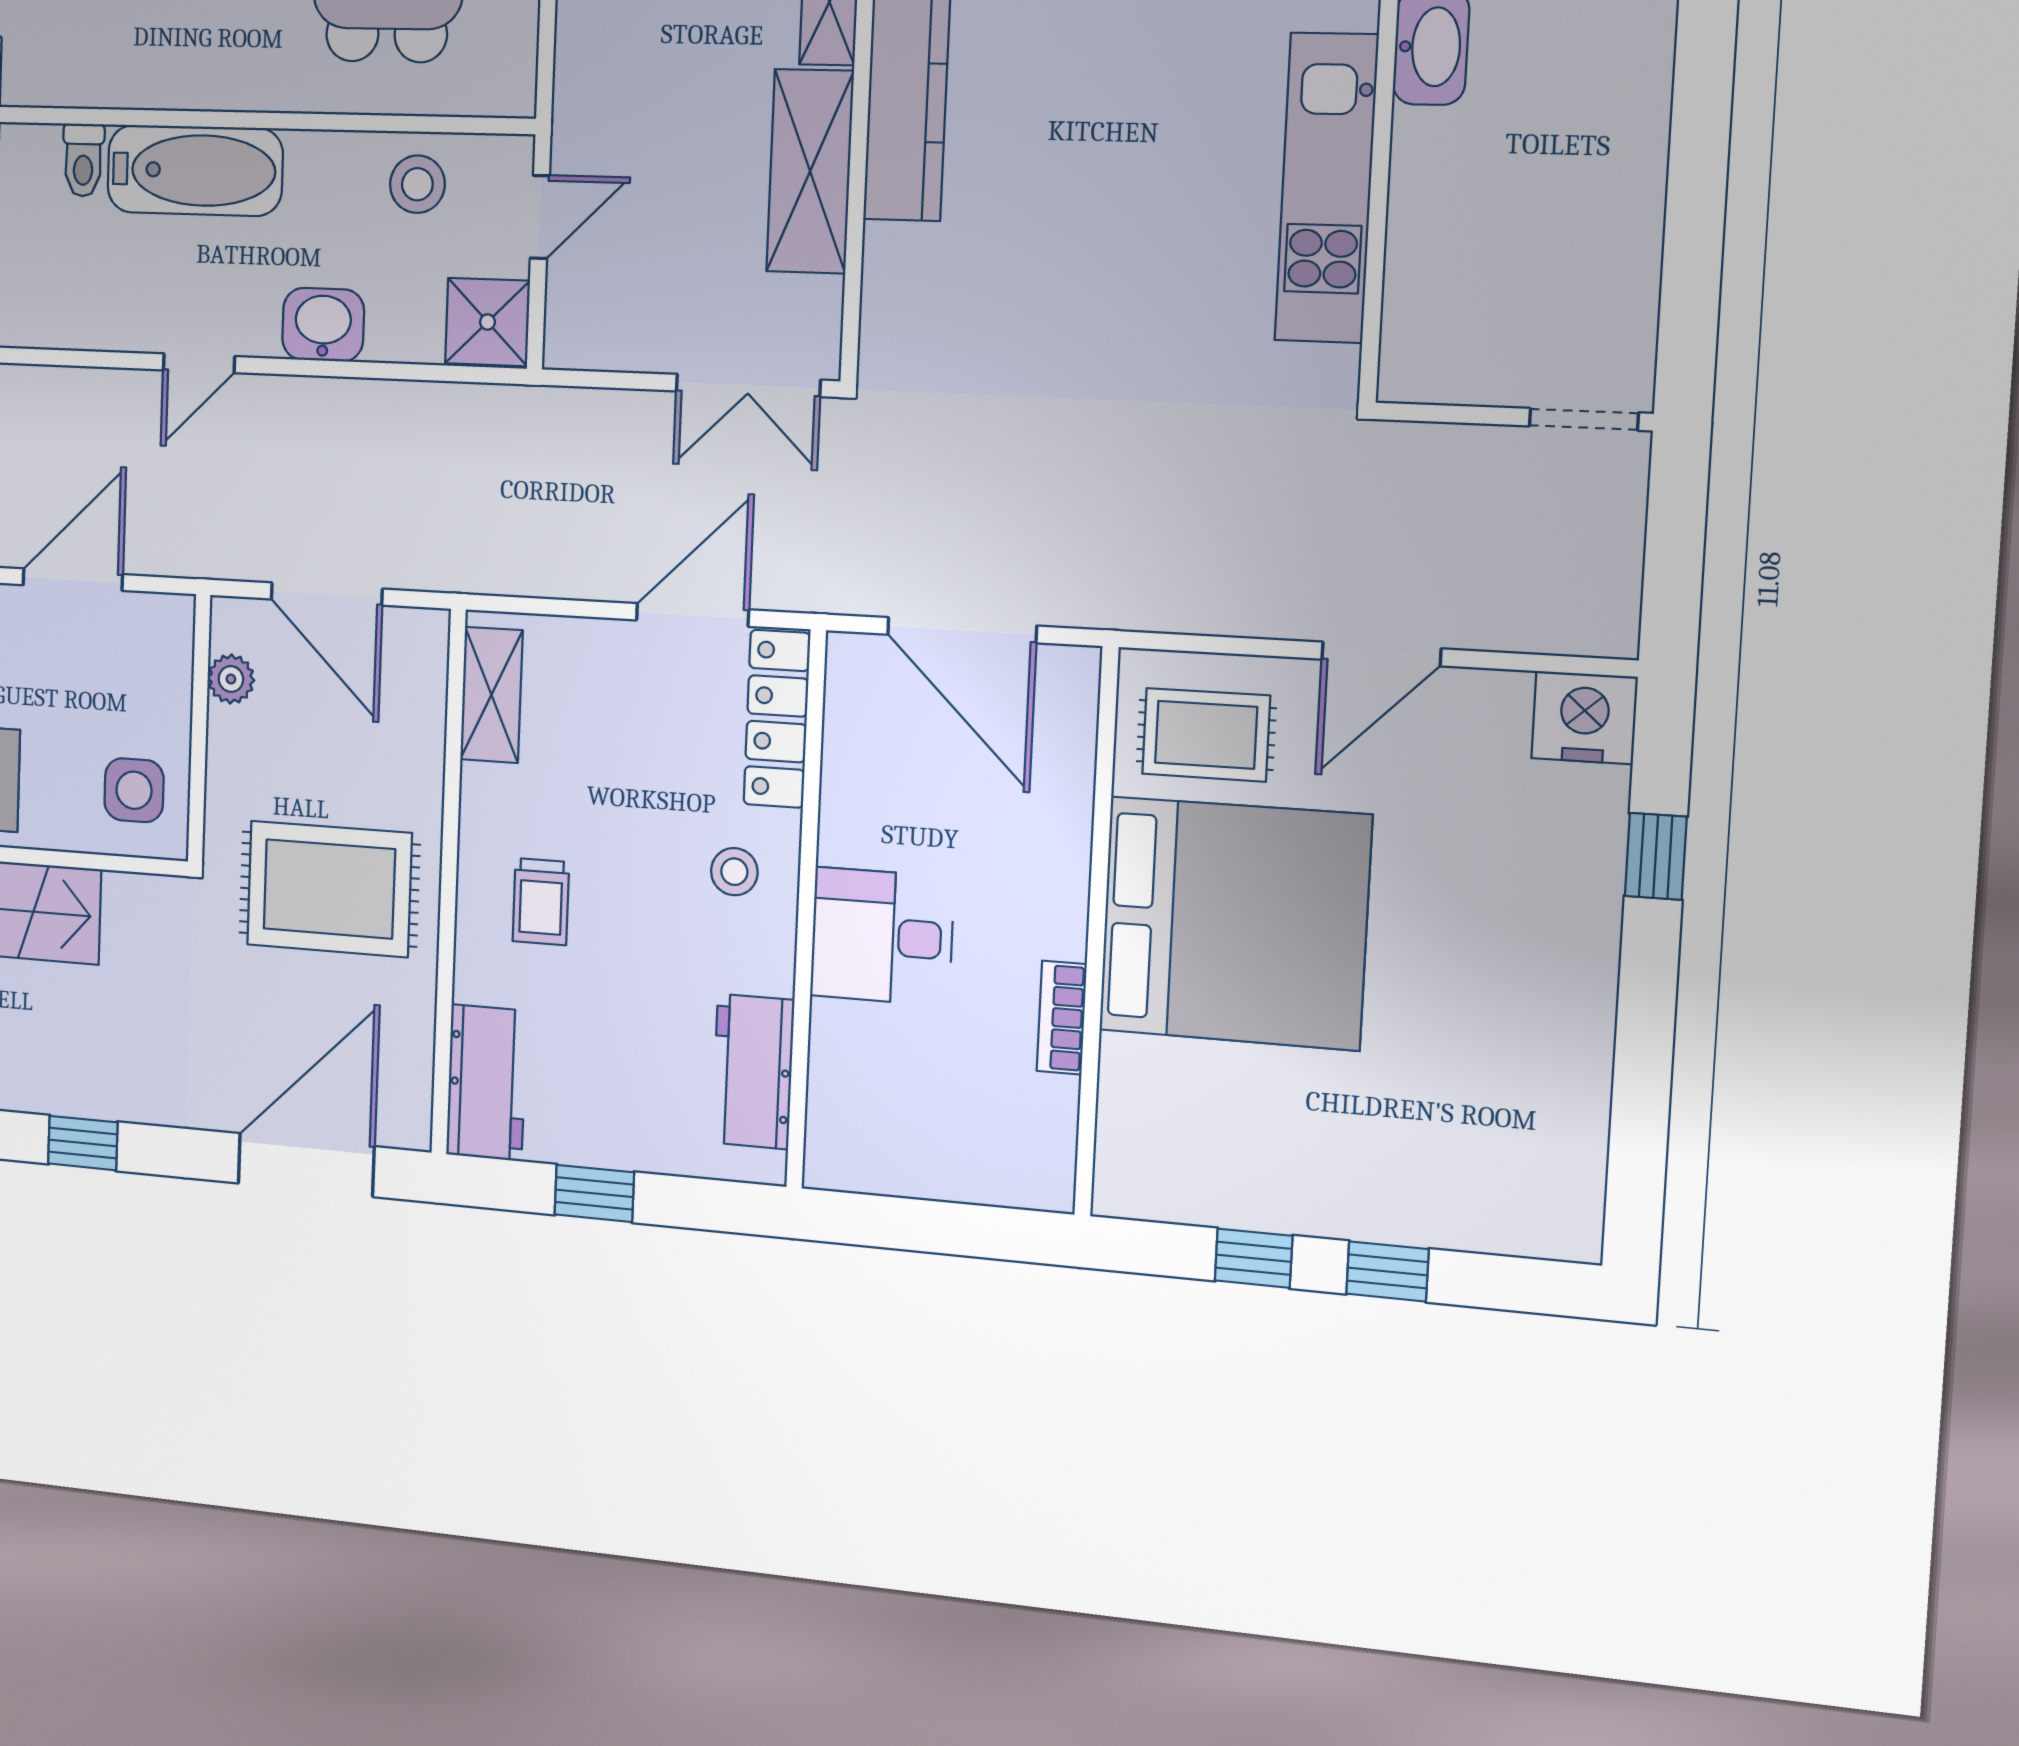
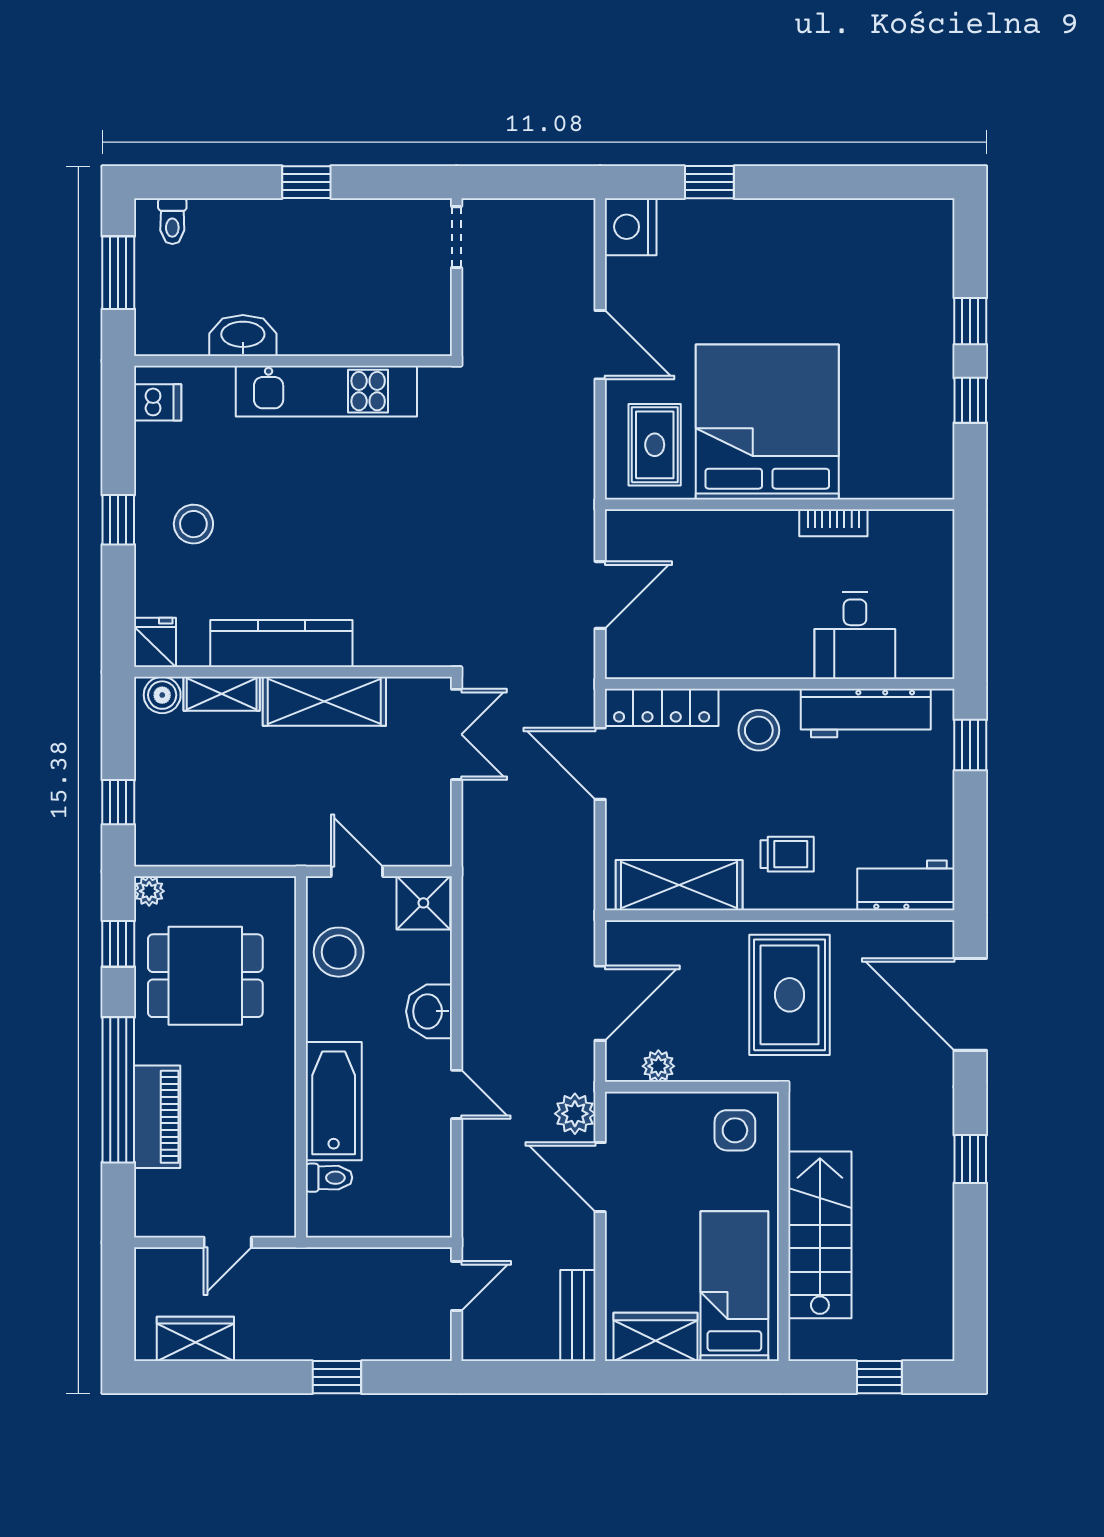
window: (1698, 162) -> (306, 182), added
stool: (417, 184) -> (339, 952), width x1.38, depth x1.38
plant: (165, 546) -> (575, 1114), added
door: (962, 630) -> (600, 595), width x0.73
shelving: (491, 695) -> (679, 885), width x1.50, depth x1.33
stool: (734, 872) -> (759, 730), width x1.37, depth x1.37
desk: (882, 936) -> (855, 636), moved
workbench: (753, 1072) -> (866, 713), width x1.38
window: (594, 1193) -> (970, 745), moved

